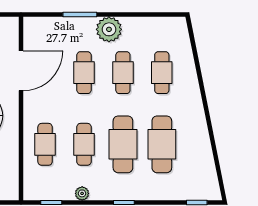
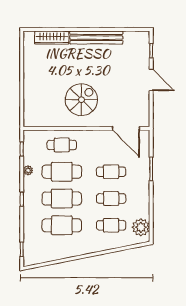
plant: (109, 29) -> (141, 227), moved
door: (21, 71) -> (126, 128), moved
cafe table: (84, 144) -> (62, 172), width x1.37, depth x1.35

